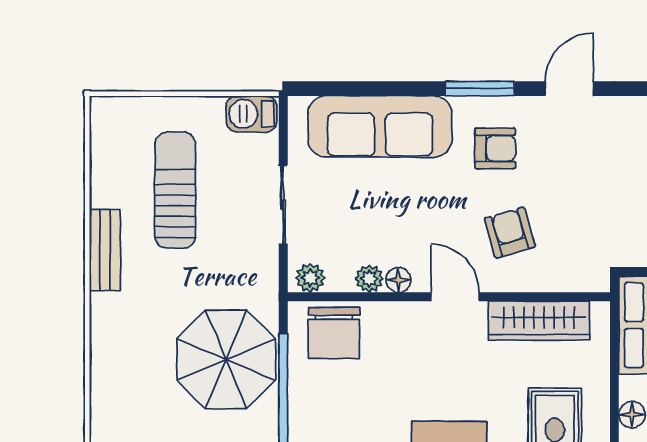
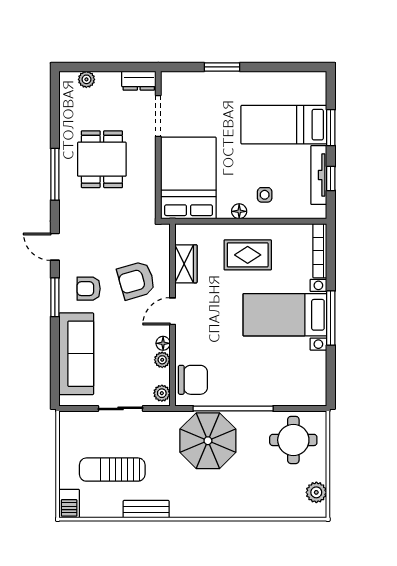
barbecue: (252, 114) -> (69, 504), moved
armchair: (495, 148) -> (89, 289), turned -90
armchair: (510, 233) -> (136, 280), width x1.38, depth x1.38
wardrobe: (539, 321) -> (186, 264), width x0.67

